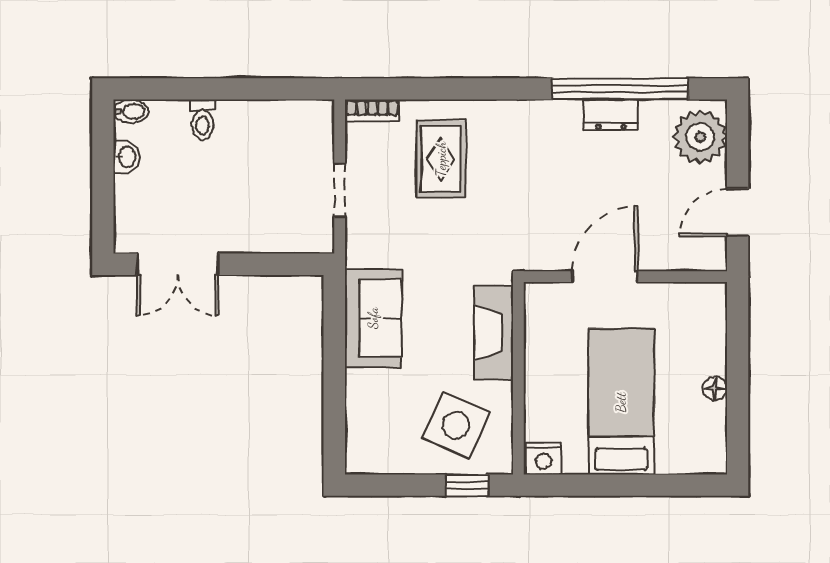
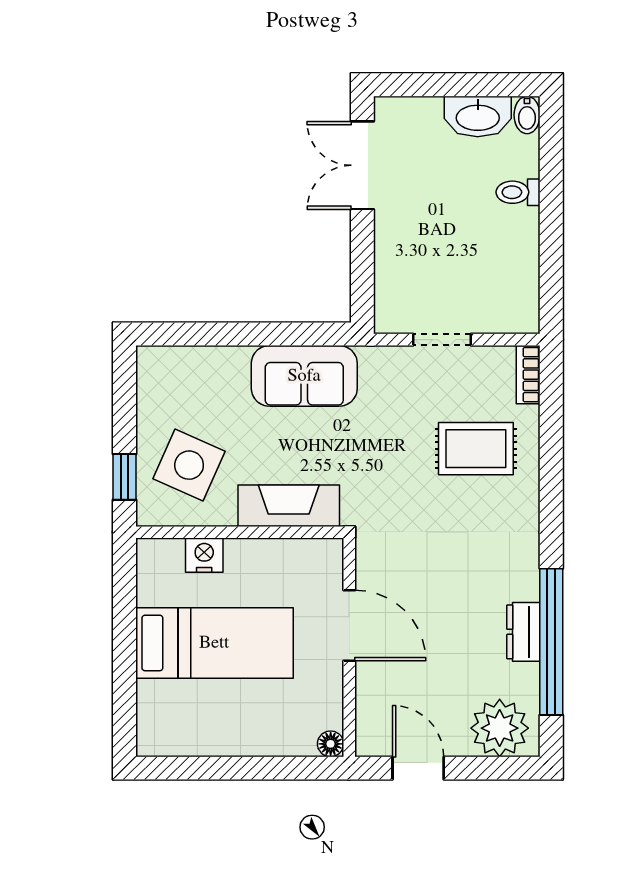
washbasin: (126, 157) -> (478, 117), width x1.91, depth x1.45
floor lamp: (715, 388) -> (331, 744), moved
nightstand: (544, 459) -> (204, 555), moved, turned 90

